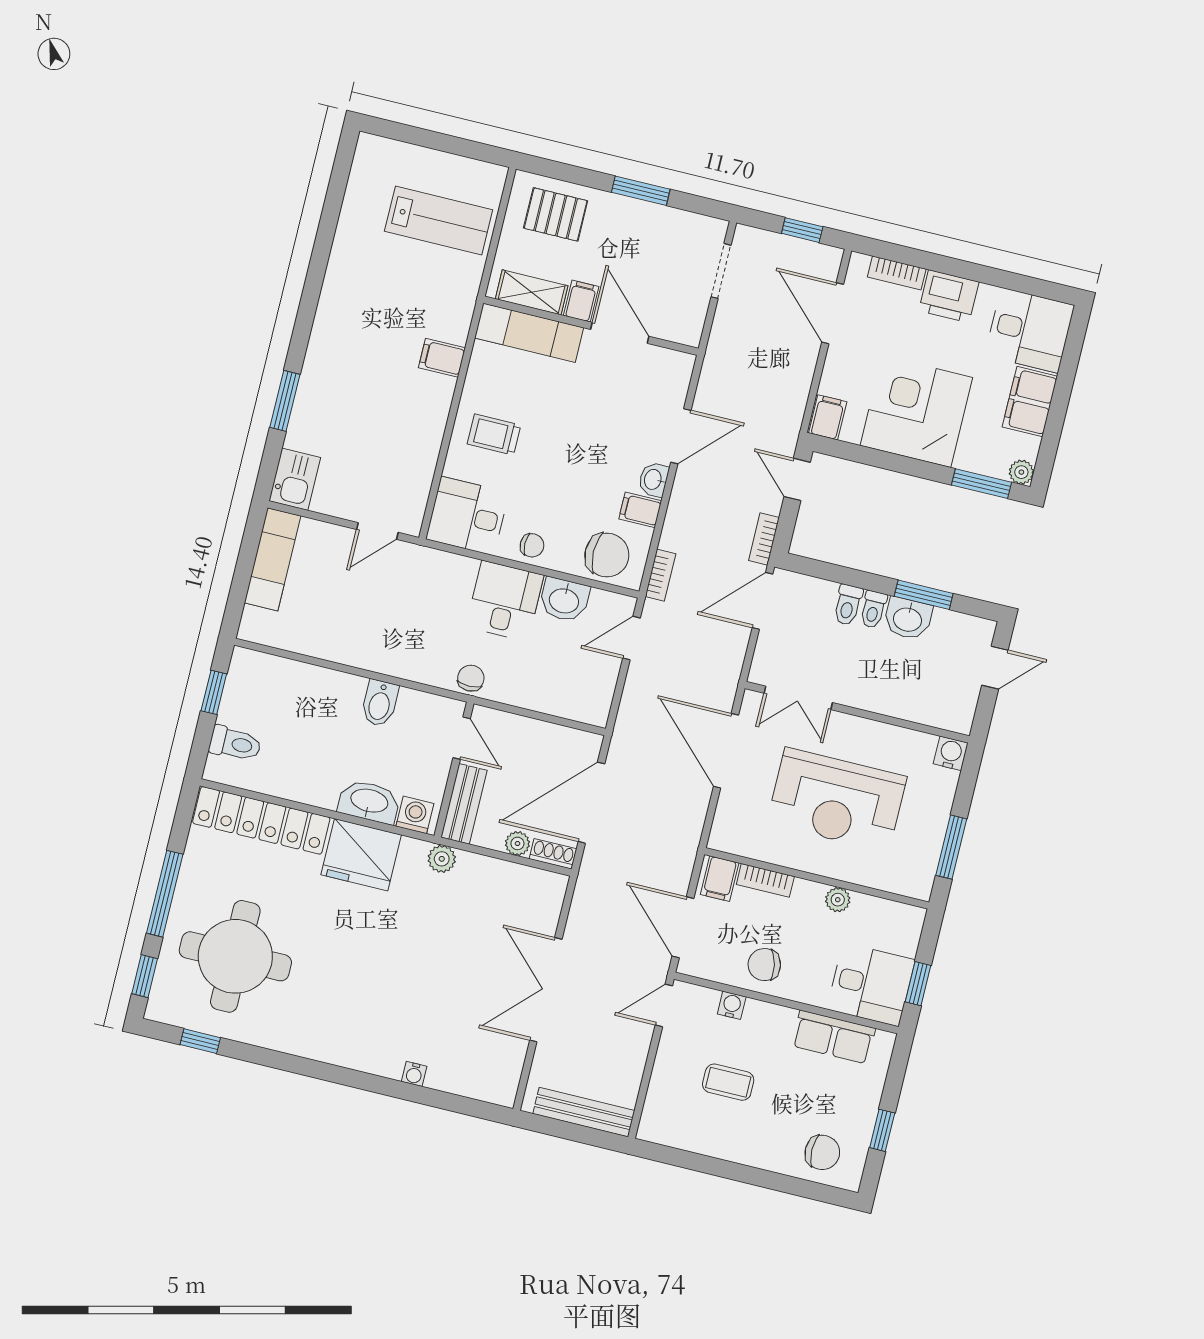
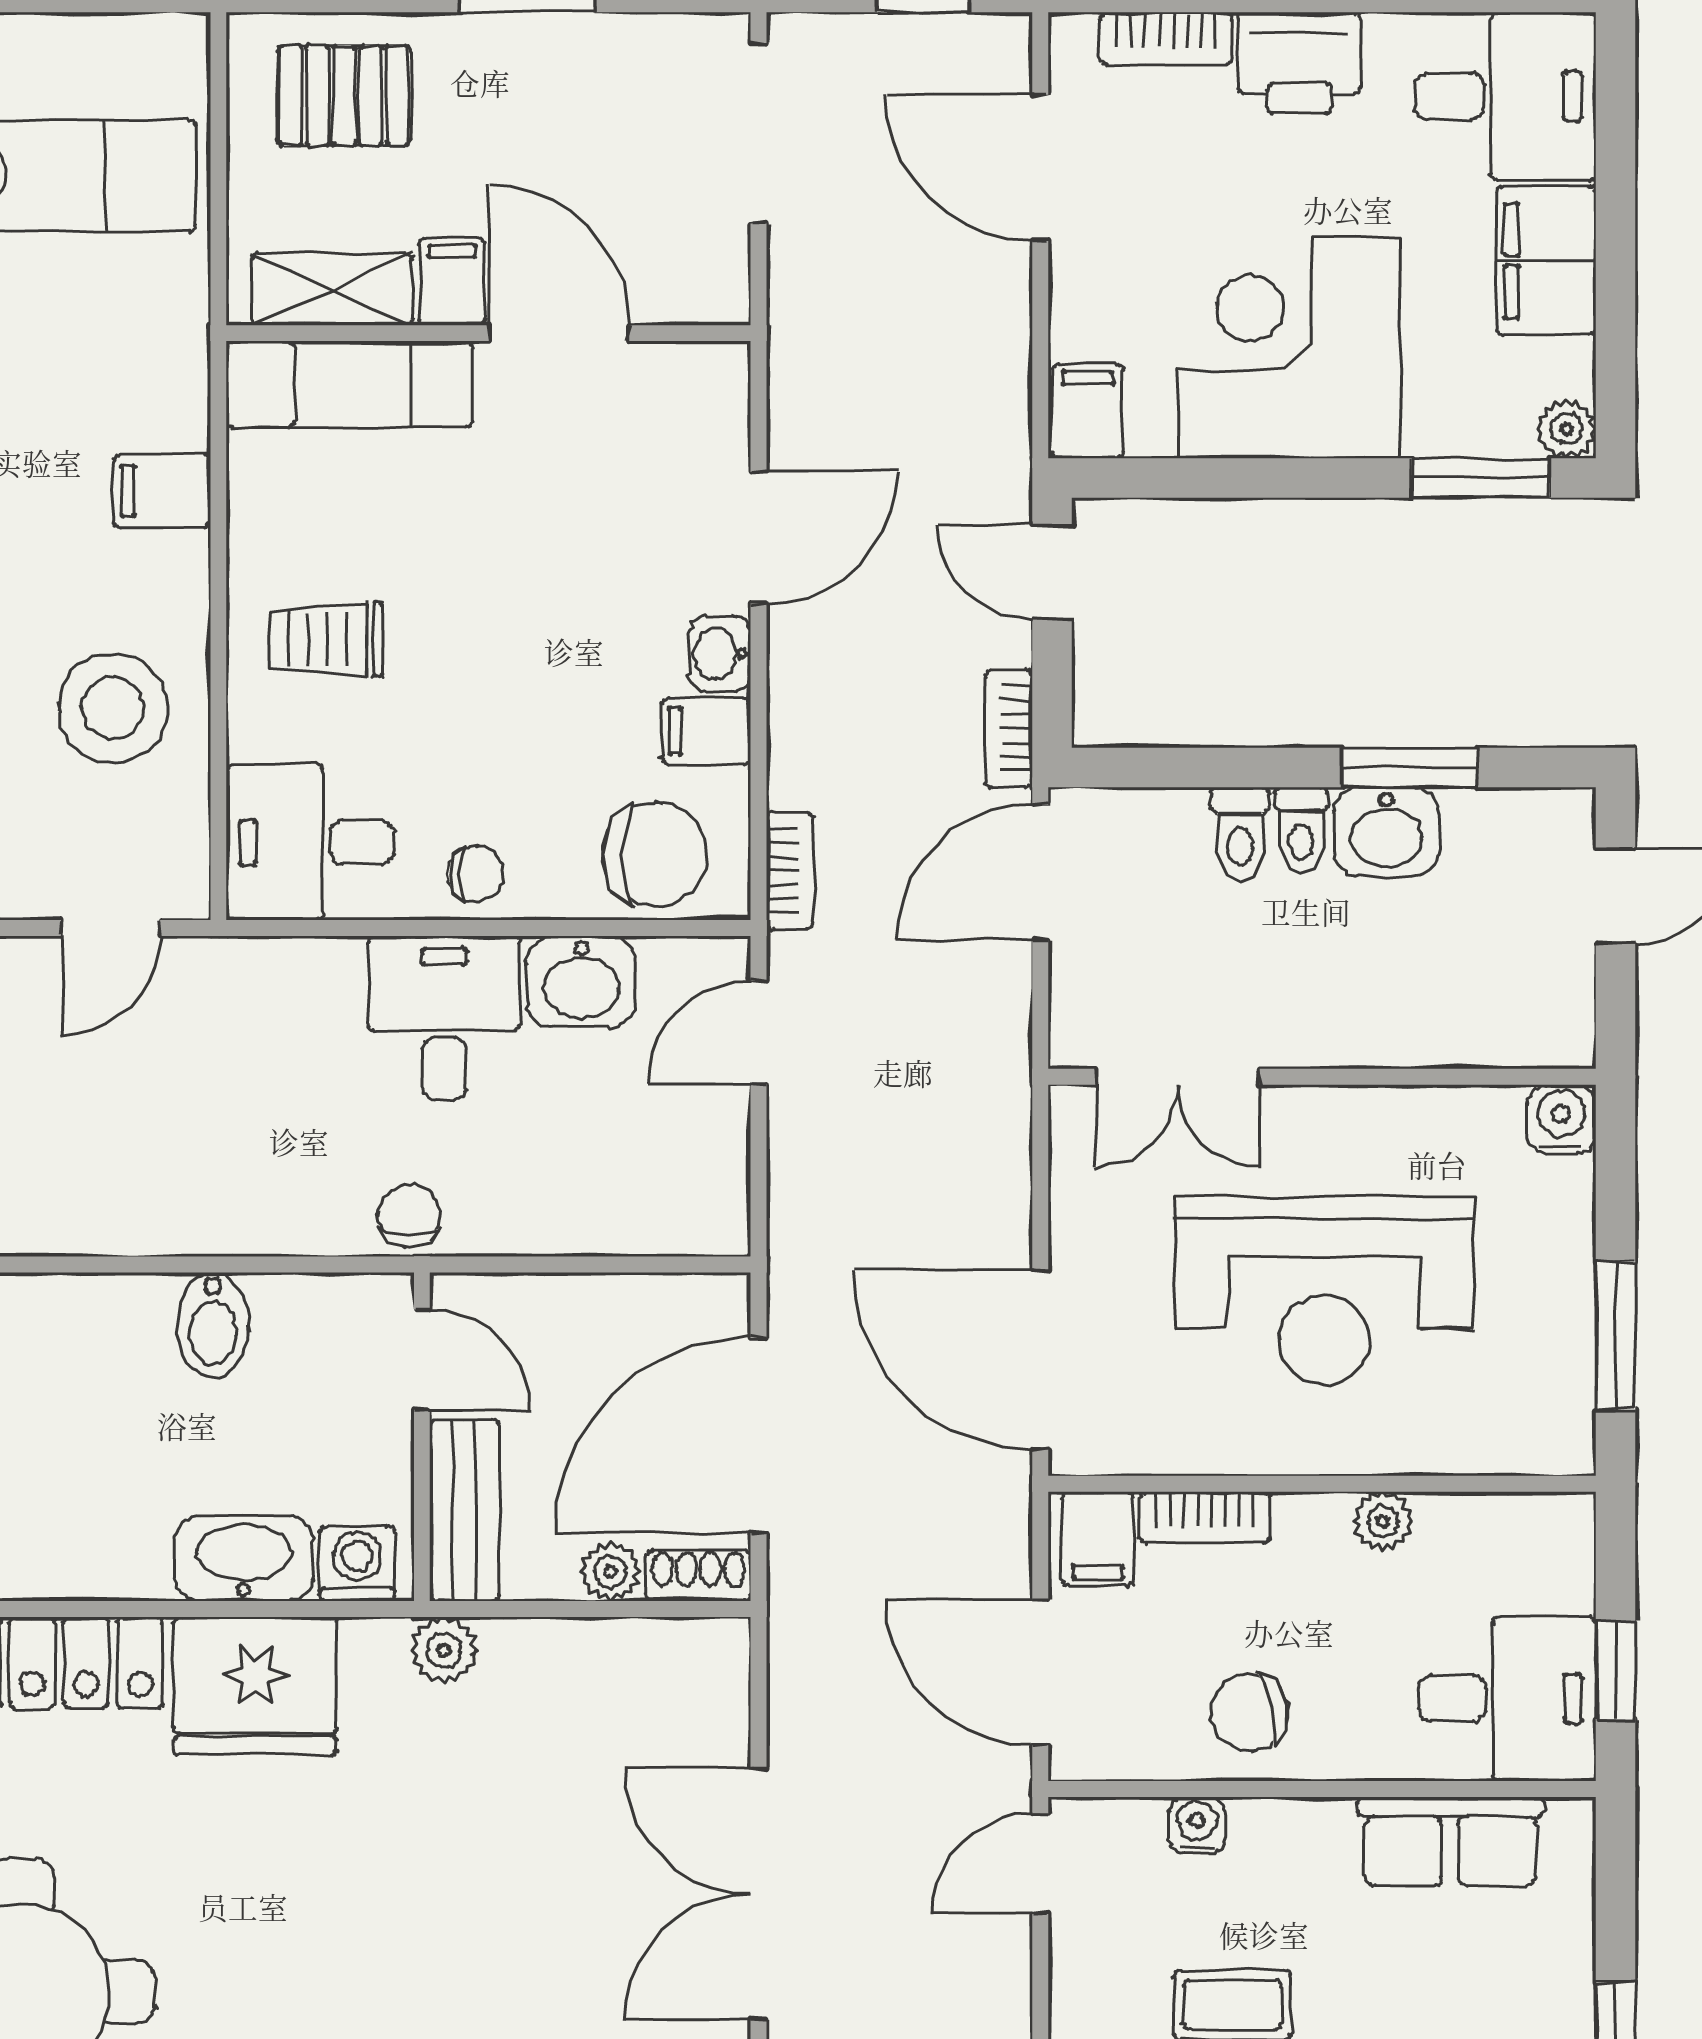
doorway: (721, 271) -> (758, 133), width x1.38
stool: (400, 442) -> (113, 708), added
door: (726, 751) -> (1040, 1360), moved

